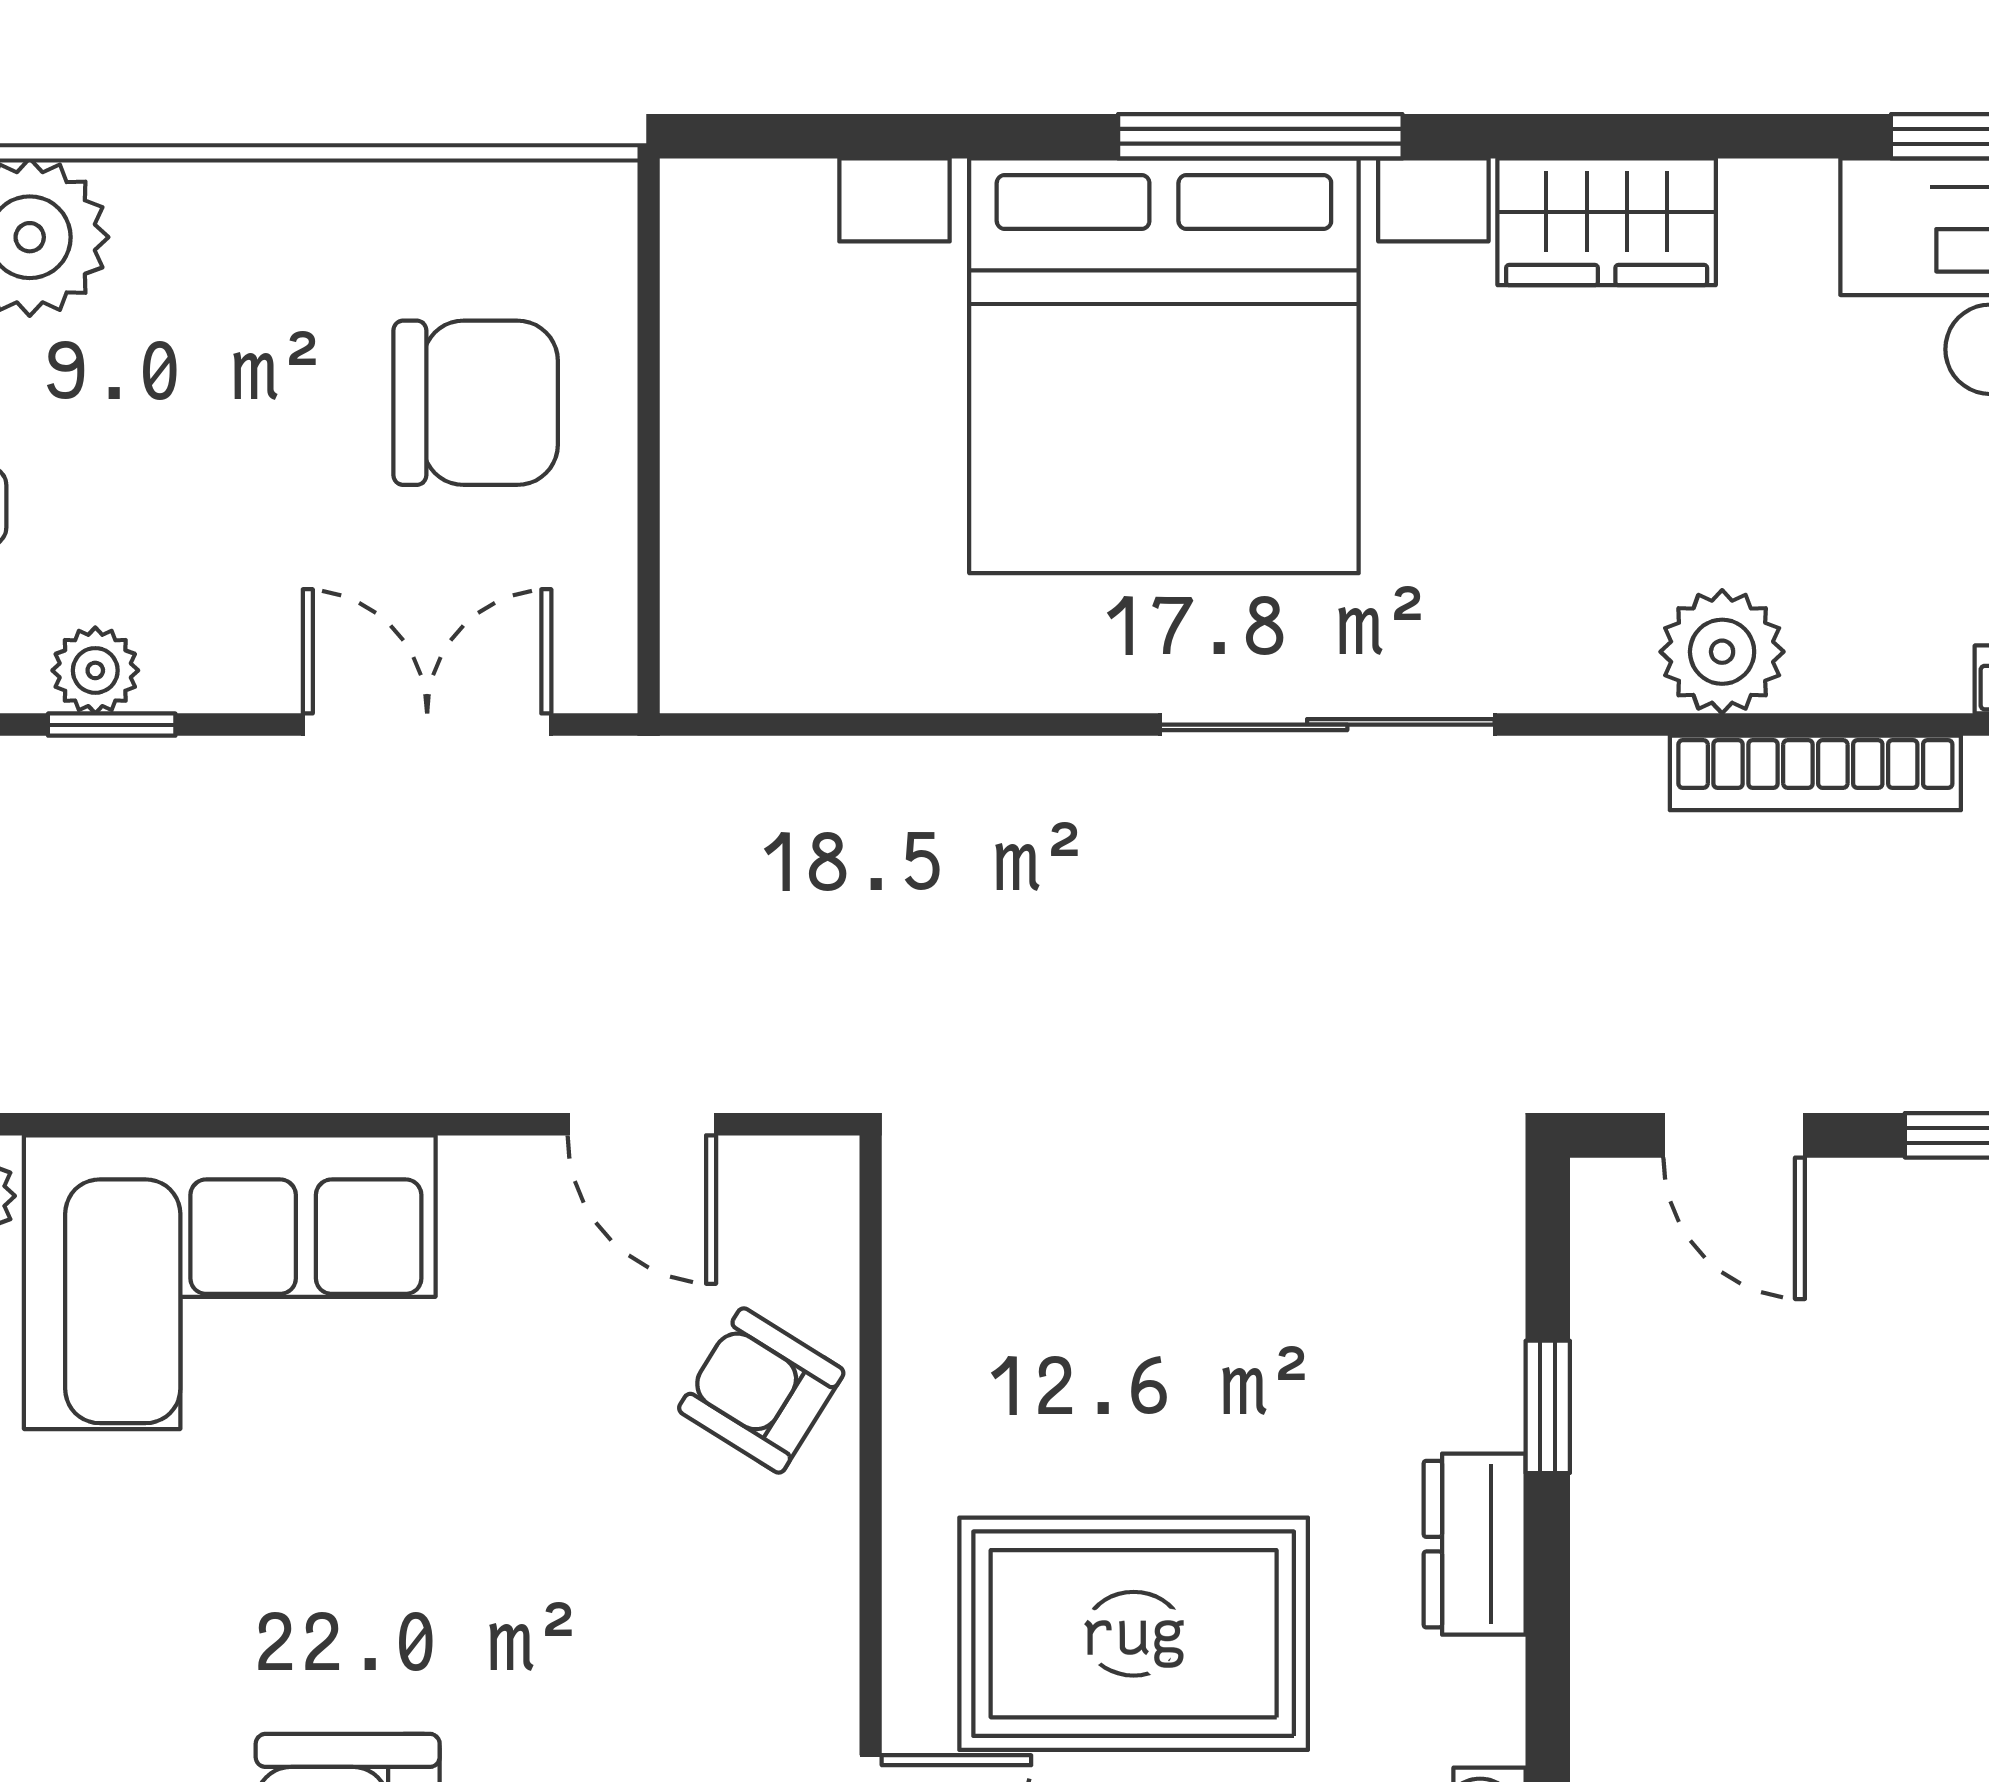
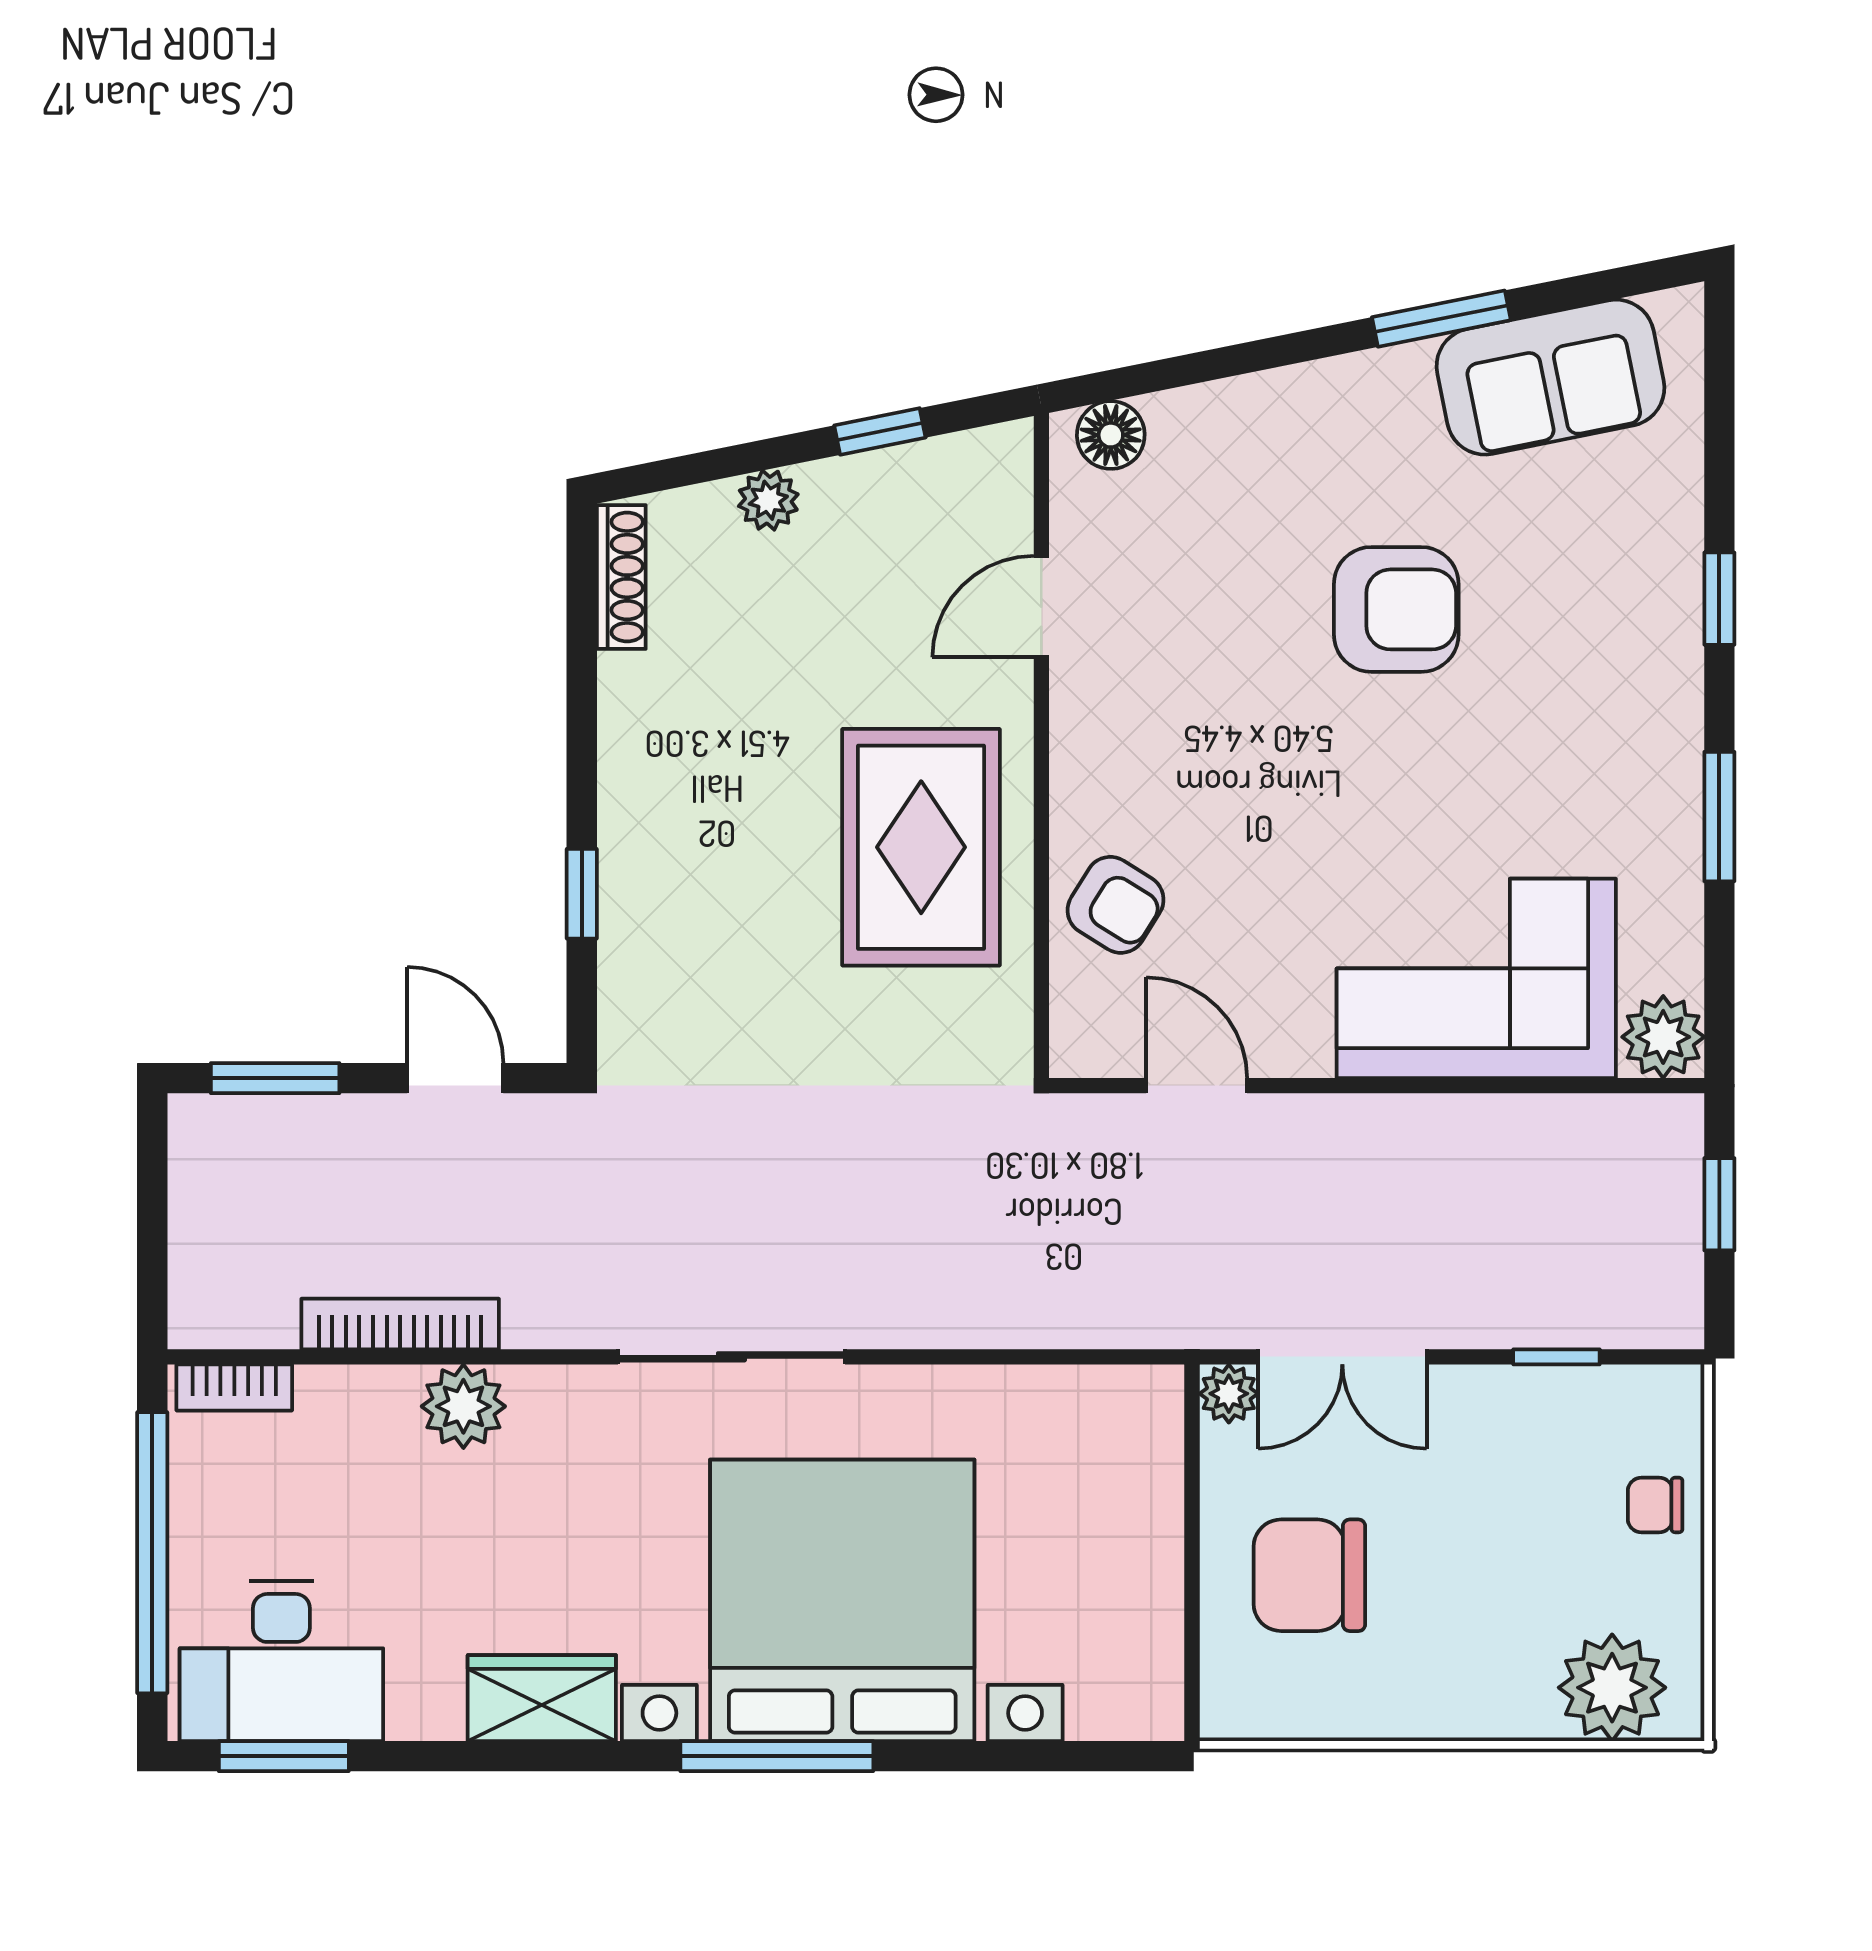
plant: (95, 670) -> (1229, 1394), moved
dresser: (1475, 1544) -> (631, 801), removed
rug: (1134, 1634) -> (921, 847), moved, turned 90

